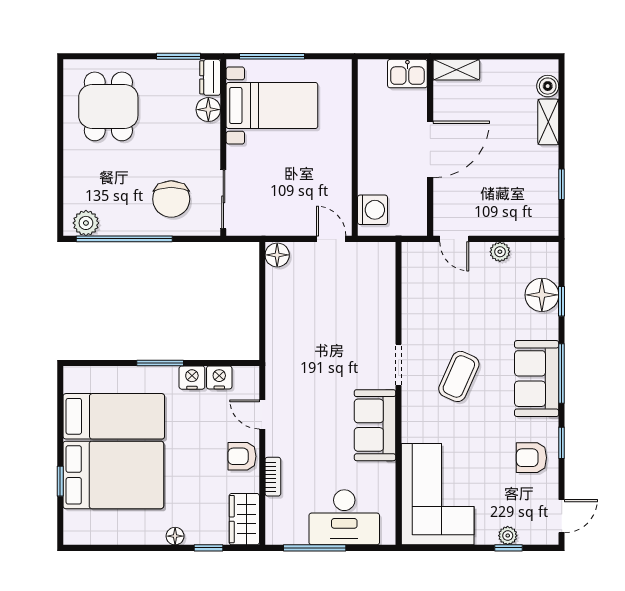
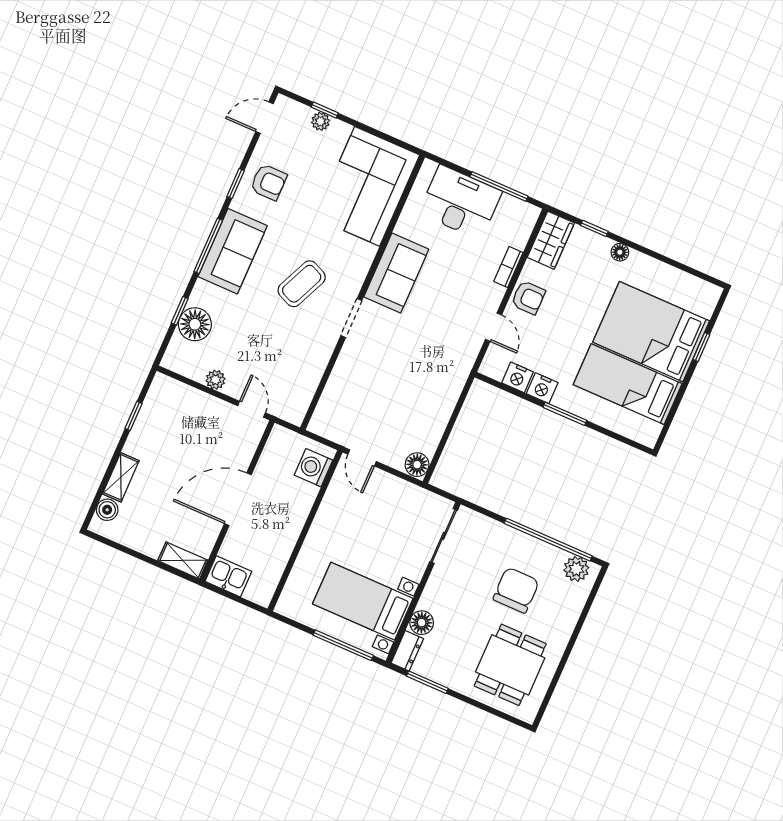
chair: (171, 199) -> (516, 590), moved

